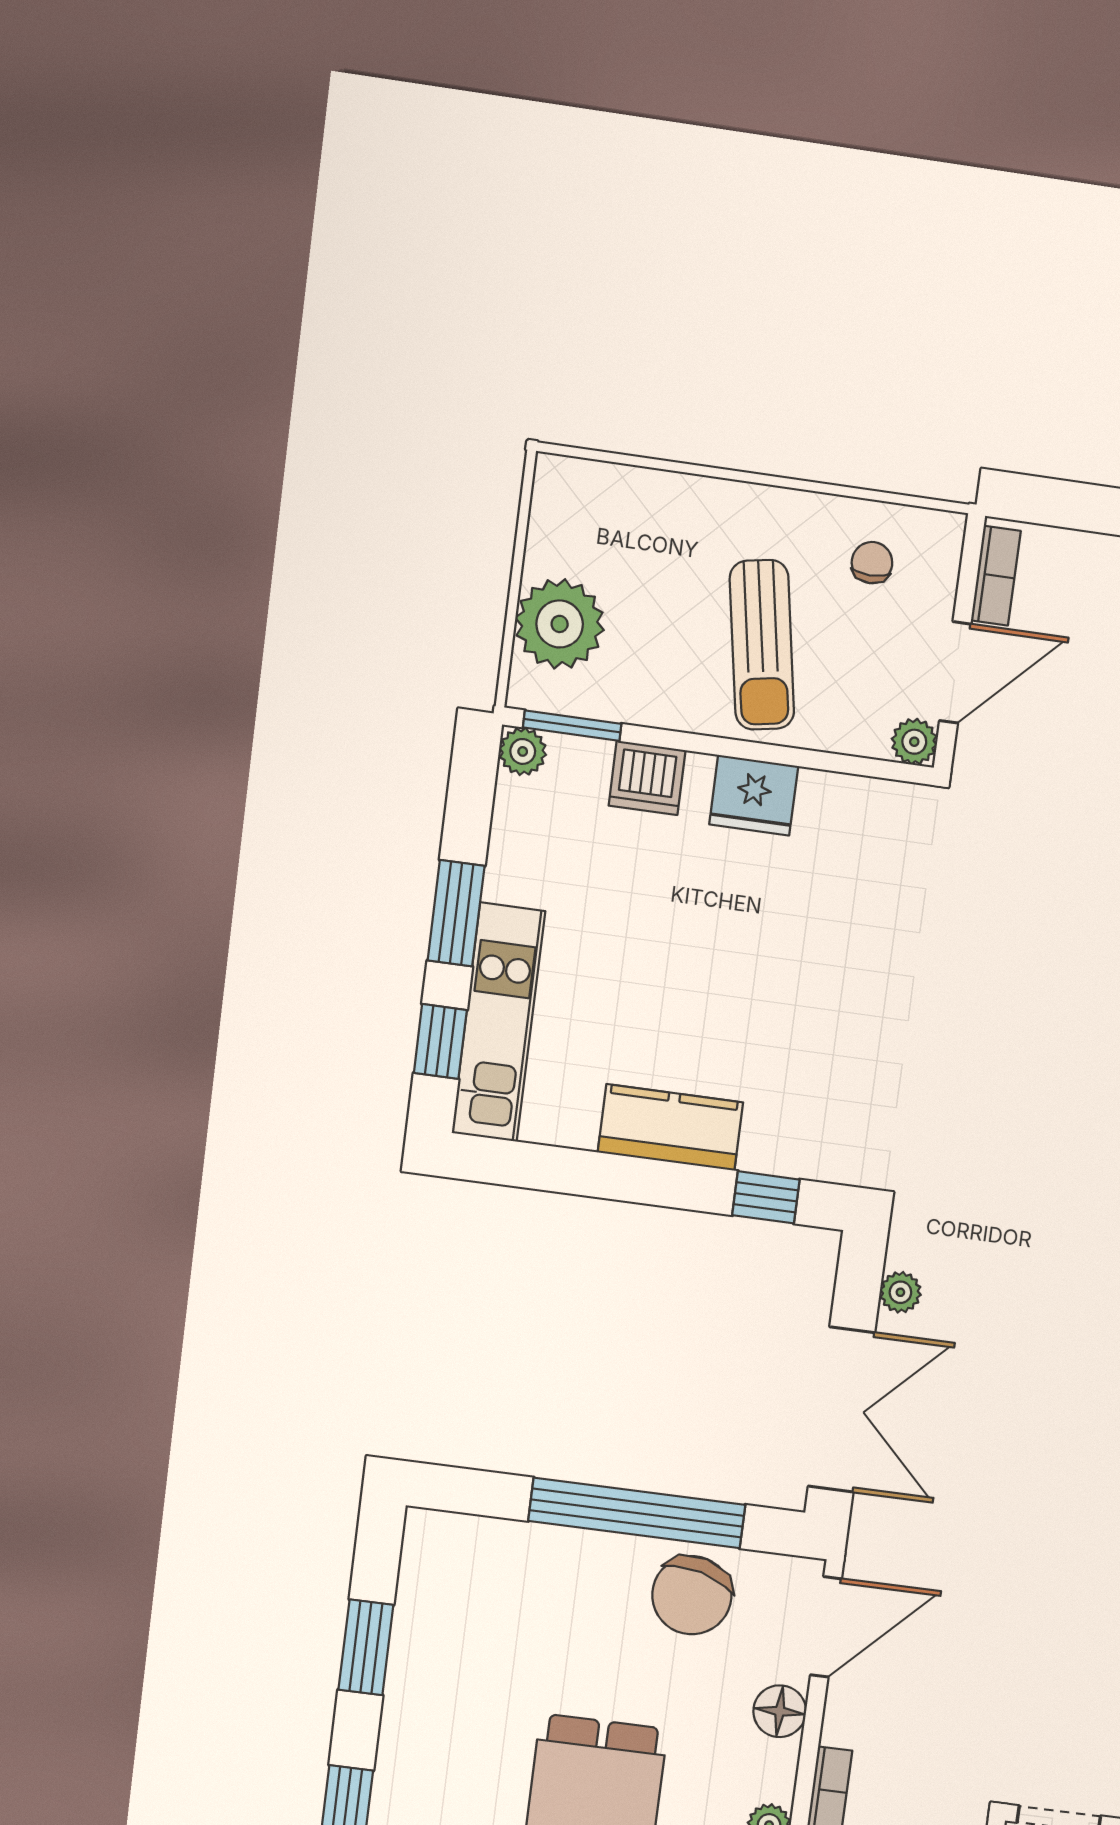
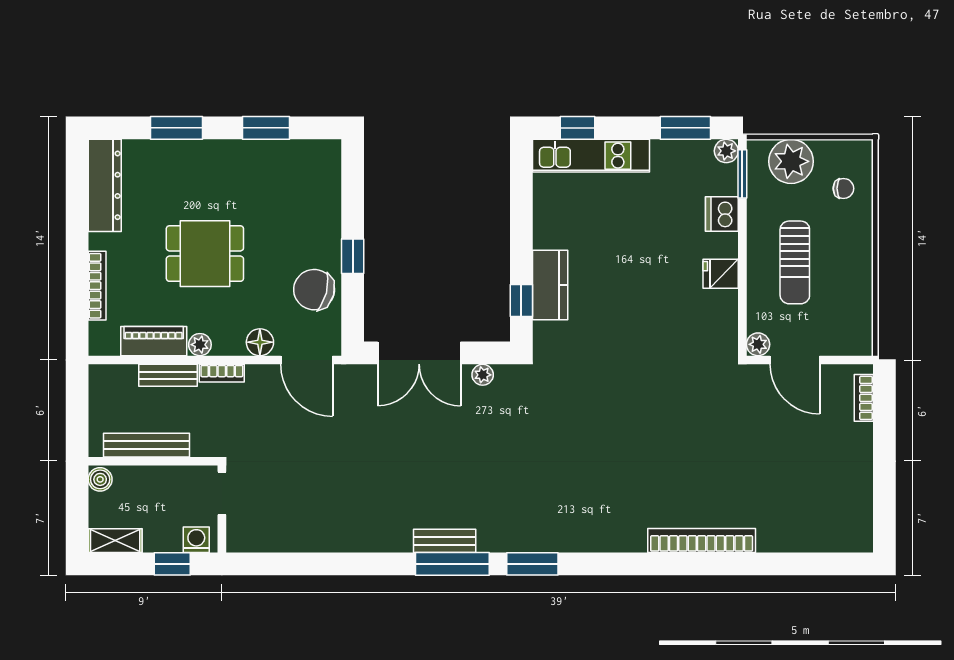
chair: (872, 563) -> (843, 188), moved
bookcase: (996, 576) -> (864, 398), moved, turned 90
sun lounger: (762, 645) -> (795, 262), turned -80
fridge: (754, 795) -> (721, 274), width x0.72
window: (456, 913) -> (685, 128), moved
kitchen counter: (670, 1127) -> (550, 285), moved
window: (637, 1513) -> (353, 256), width x0.32

